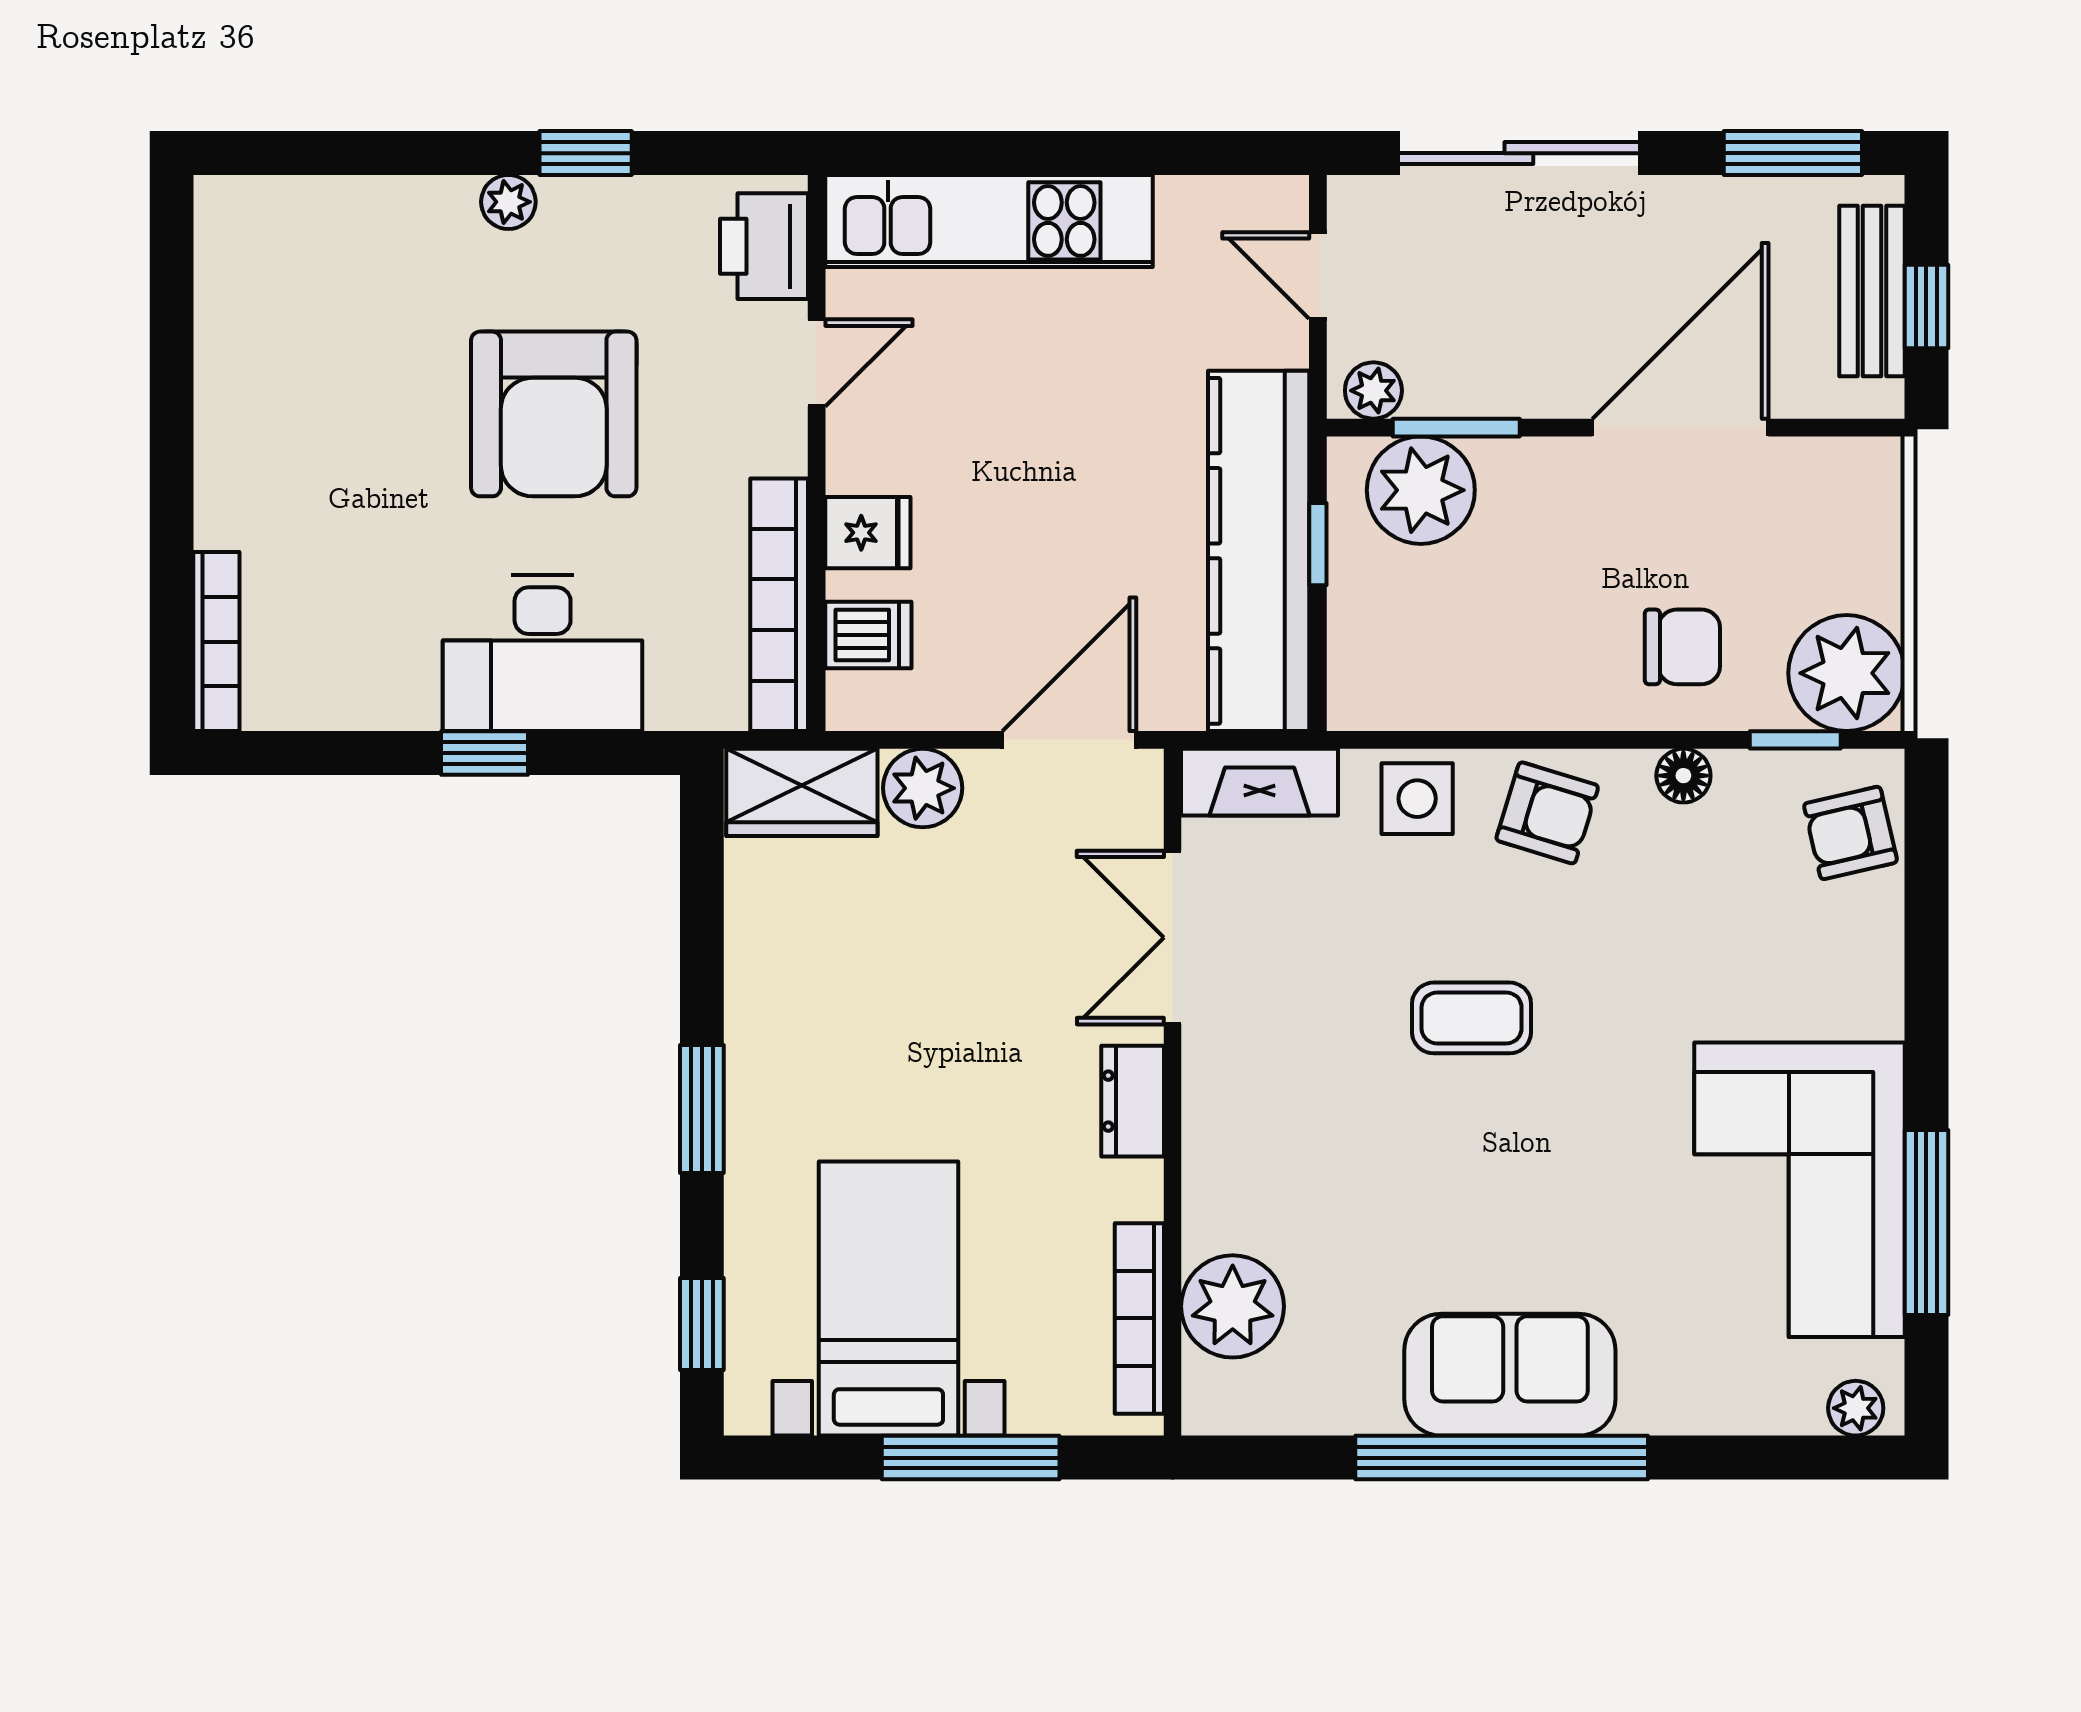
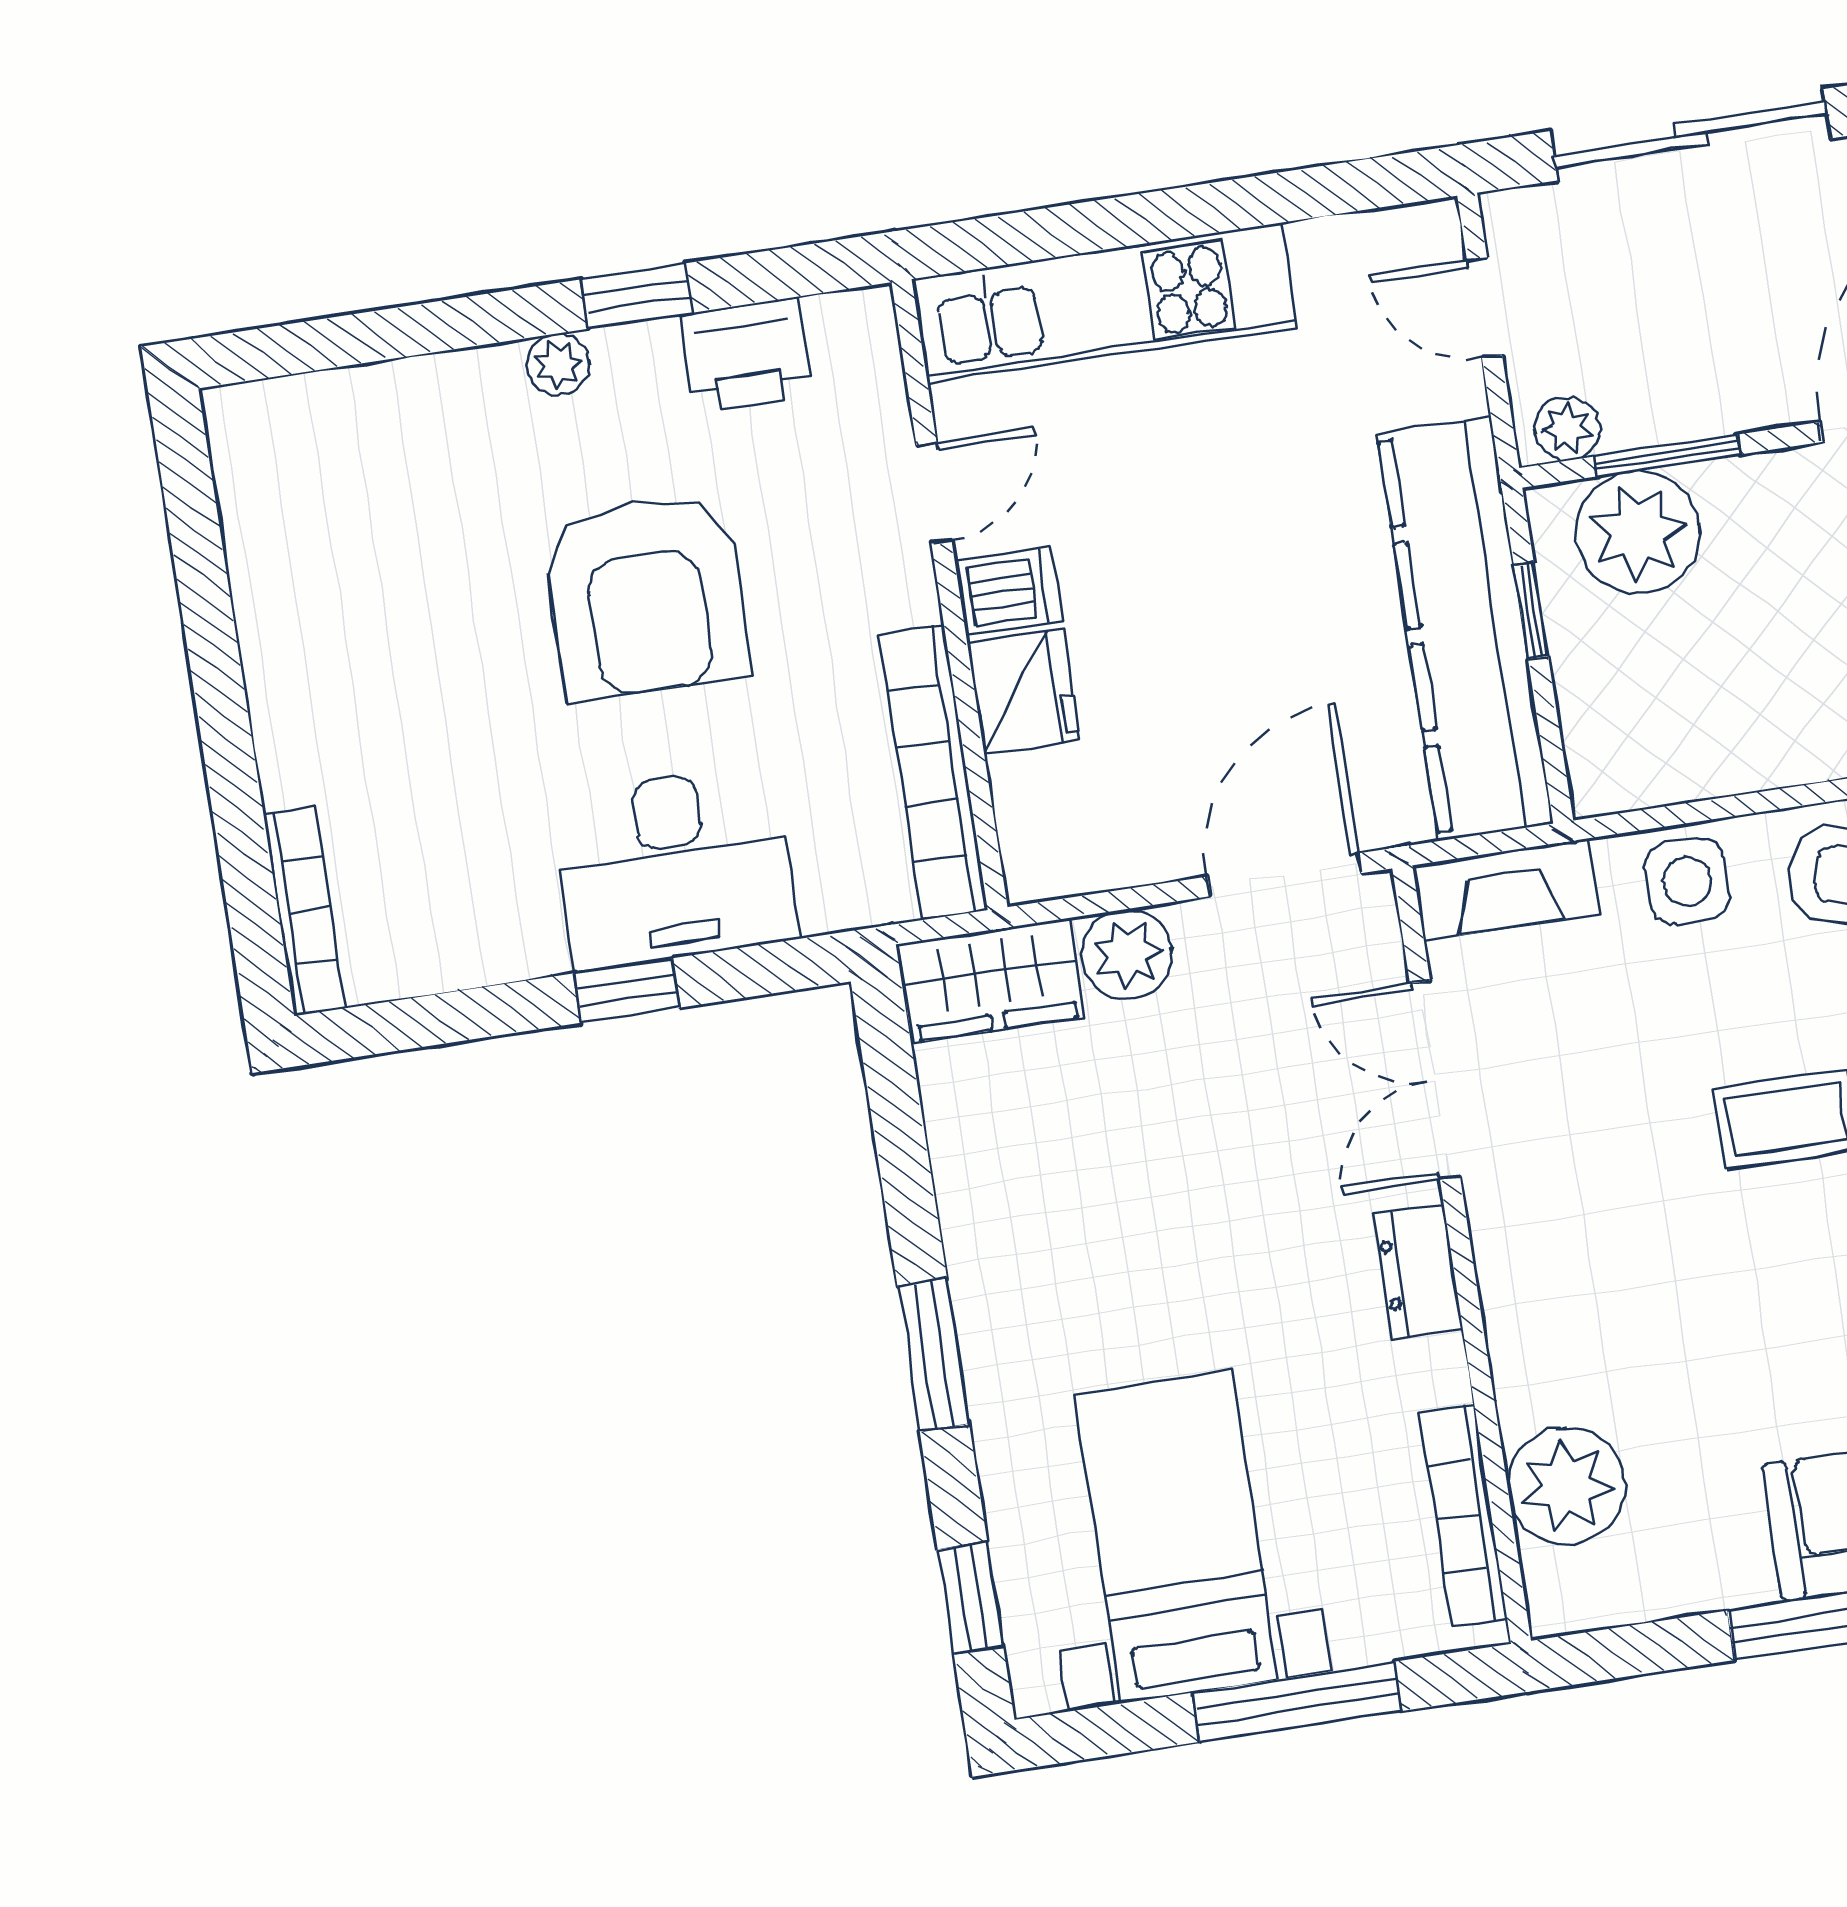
printer: (764, 246) -> (746, 355), moved, turned -90
fridge: (868, 533) -> (1024, 691), width x1.38
dishwasher: (868, 635) -> (1009, 591), moved

